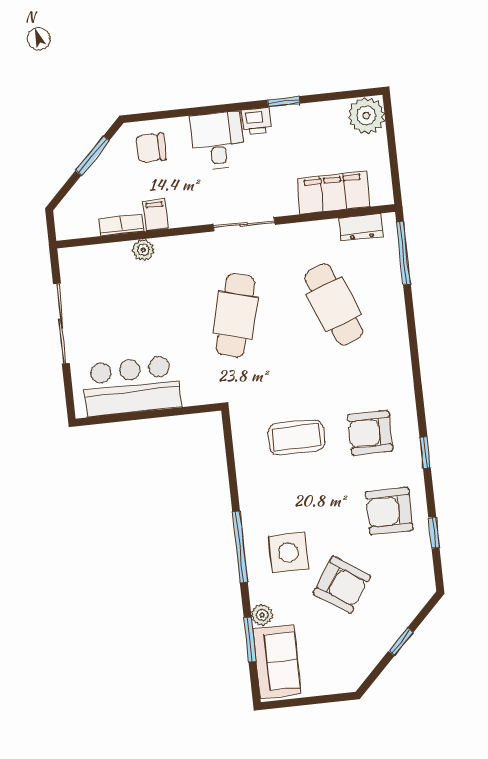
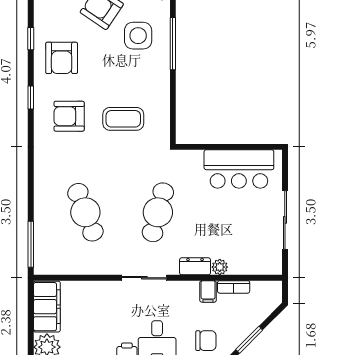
filing cabinet: (333, 192) -> (47, 307), moved, turned -90
dresser: (361, 227) -> (195, 266), moved
armchair: (370, 433) -> (69, 116), turned 180
armchair: (389, 511) -> (62, 58), turned 90

